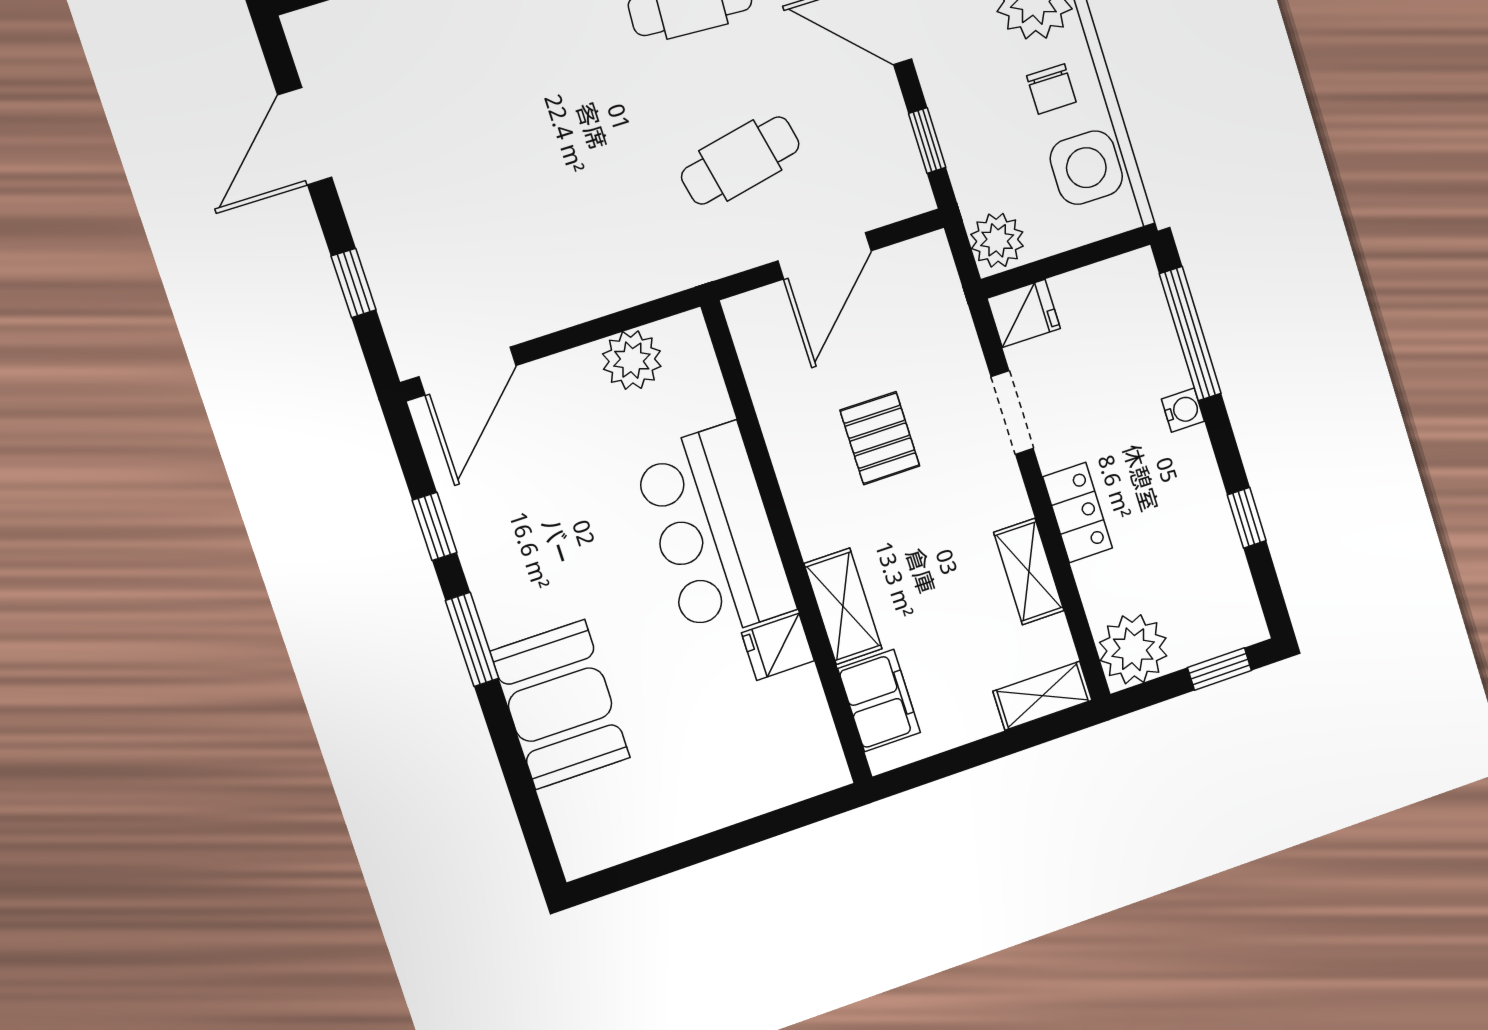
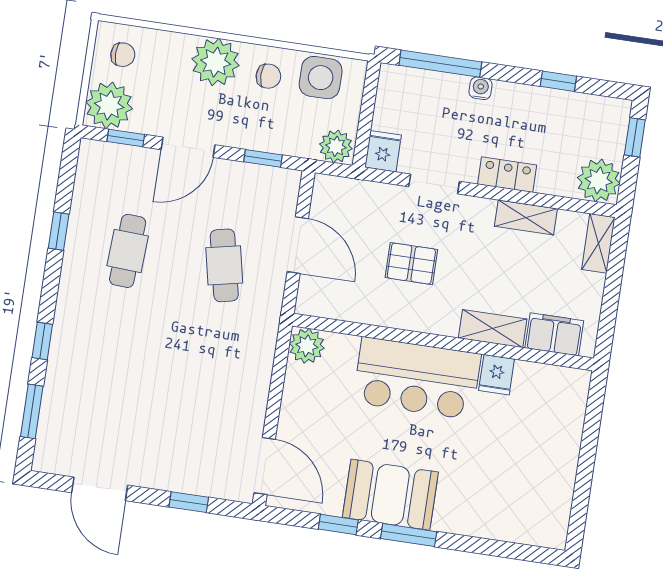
plant: (632, 360) -> (307, 346), moved
booth: (560, 705) -> (390, 495), moved

